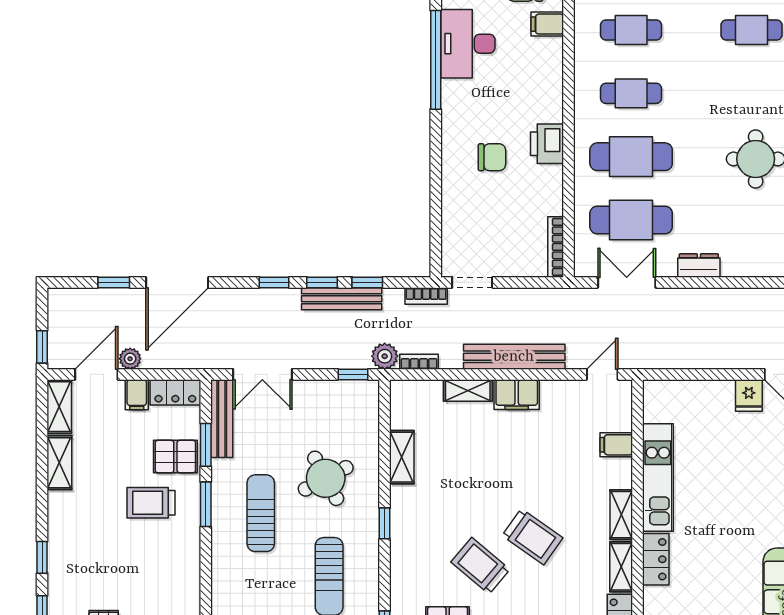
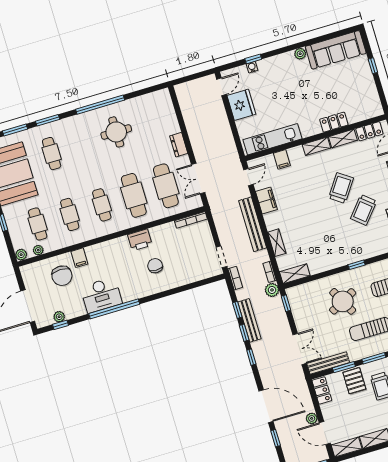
door: (602, 374) -> (248, 177), swing flipped
filing cabinet: (137, 395) -> (329, 410), removed
filing cabinet: (517, 395) -> (266, 200), moved
fridge: (749, 395) -> (241, 105), width x1.88, depth x1.34
shelving: (402, 457) -> (295, 274), moved
kitchen unit: (658, 477) -> (273, 139), moved

